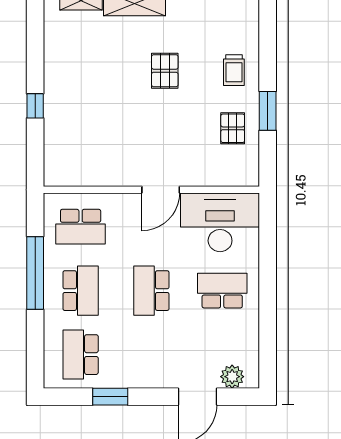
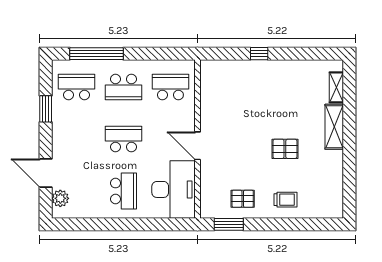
trolley: (234, 70) -> (285, 200), turned 180
window: (268, 111) -> (229, 224), moved
school desk: (81, 227) -> (170, 87), turned 90
window: (35, 273) -> (96, 54), moved

